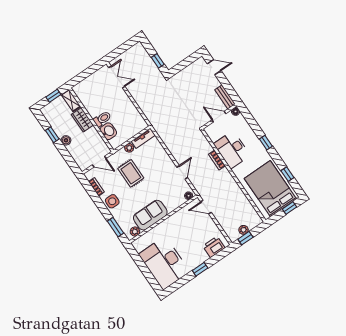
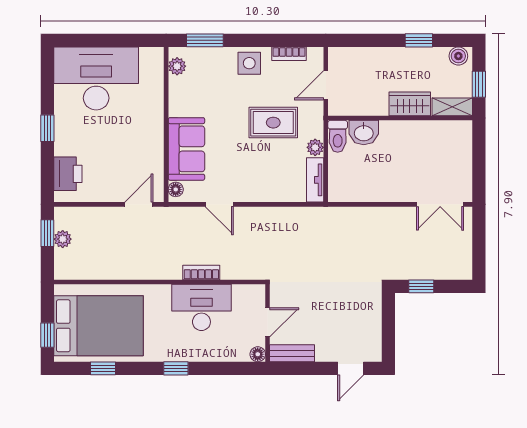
toilet: (102, 119) -> (338, 136), moved
boiler: (66, 140) -> (458, 56), moved
sofa: (150, 215) -> (186, 149), moved

